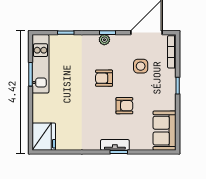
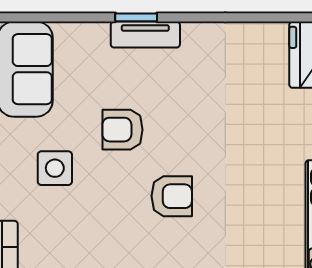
side table: (141, 66) -> (55, 168), moved

